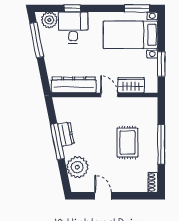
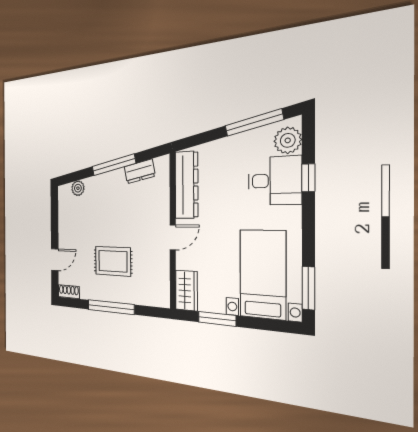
wardrobe: (131, 85) -> (186, 291), moved
dresser: (66, 134) -> (140, 171), moved
plant: (77, 167) -> (78, 188), width x0.53, depth x0.53
door: (103, 196) -> (55, 260), moved

